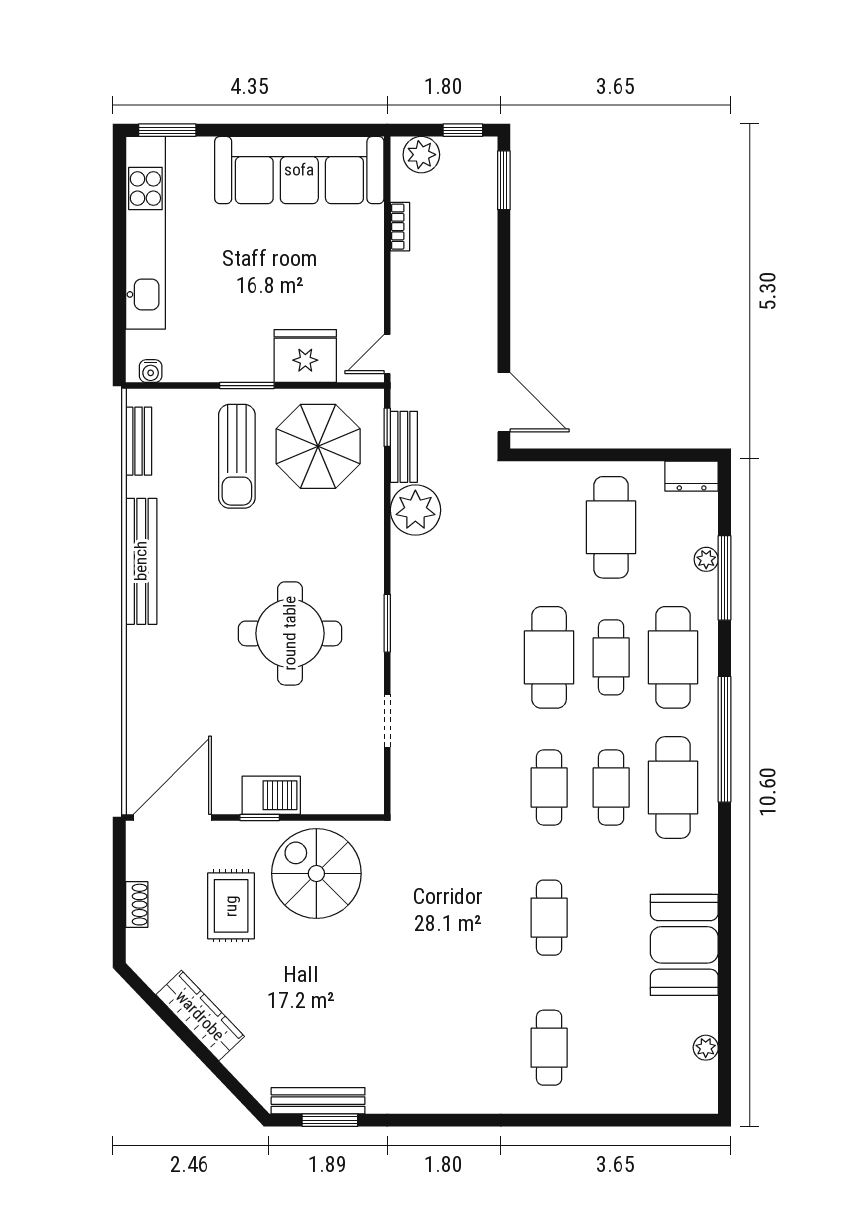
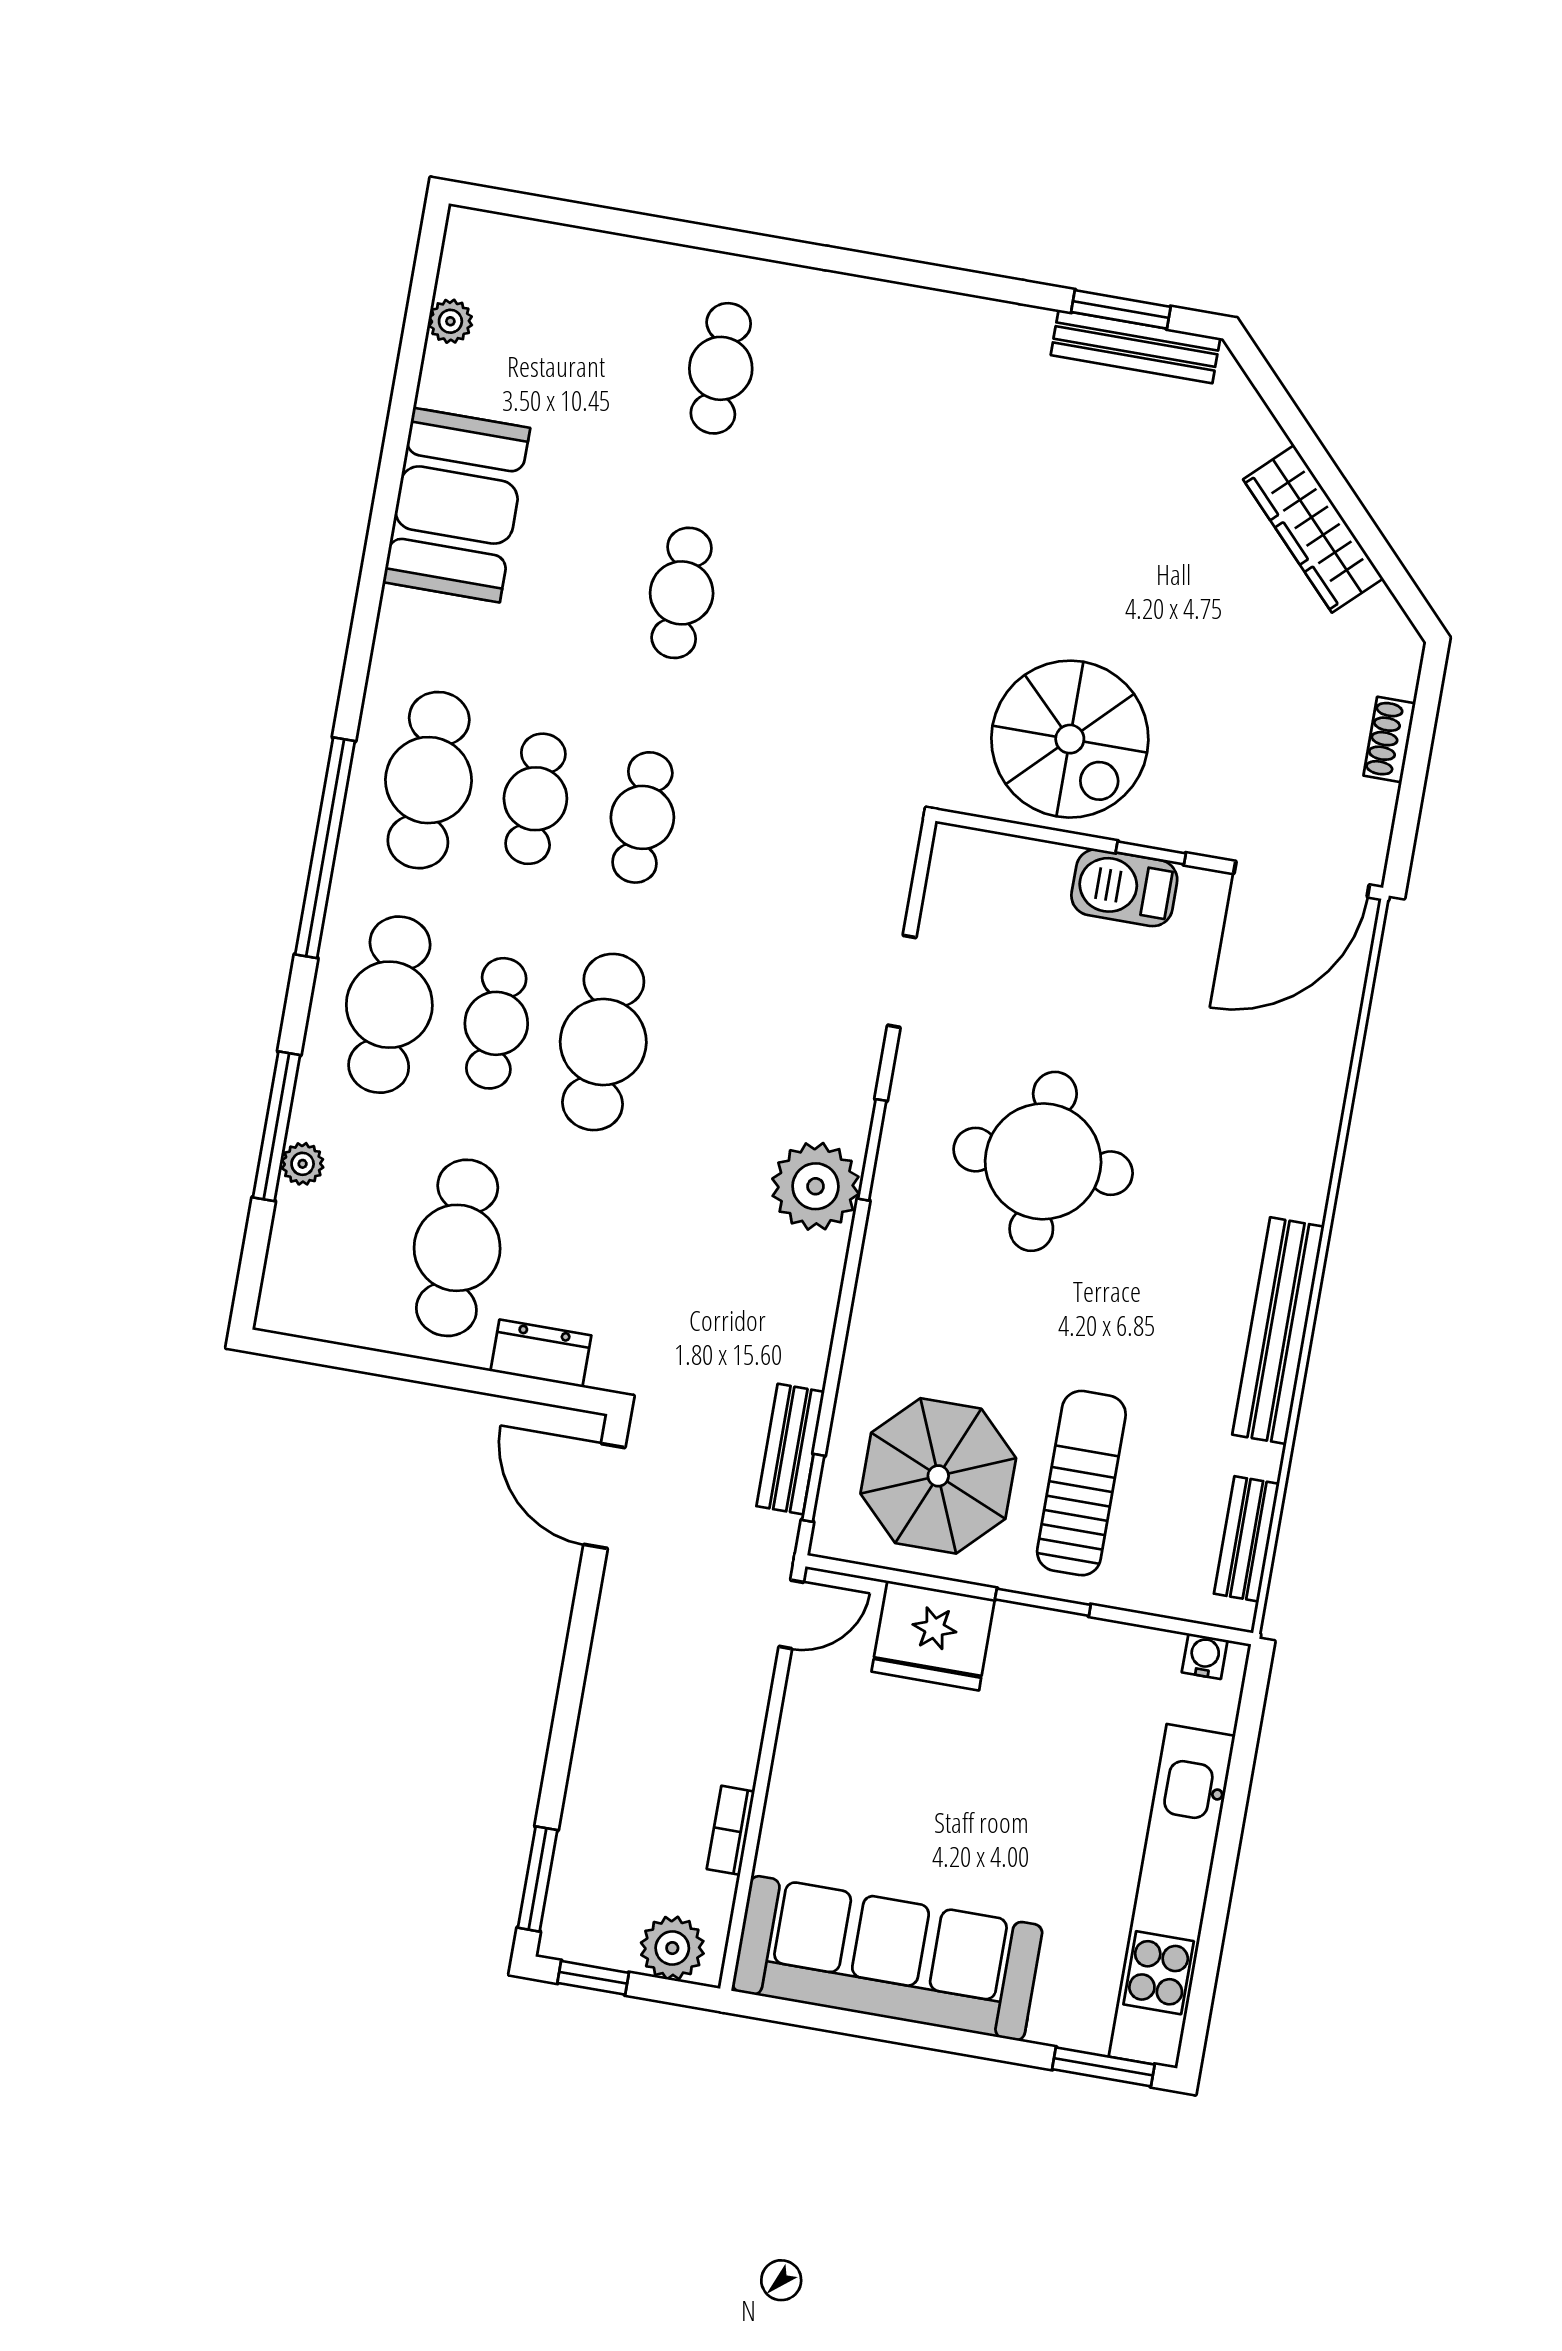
dresser: (692, 476) -> (541, 1353), moved
plant: (415, 510) -> (816, 1186), moved
rug: (231, 906) -> (1227, 709), removed

